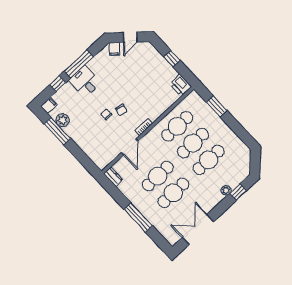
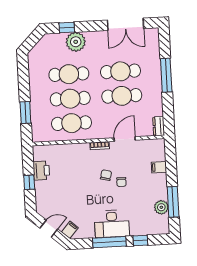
desk: (85, 82) -> (112, 224), width x1.37
printer: (181, 85) -> (41, 171), moved
filing cabinet: (49, 105) -> (159, 167), moved
plant: (226, 190) -> (76, 42), width x1.87, depth x1.87

